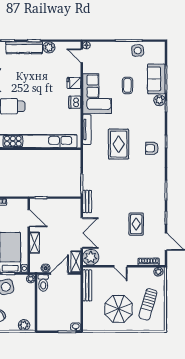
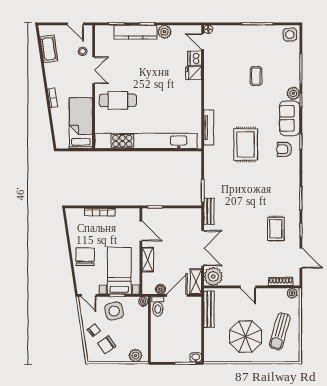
side table: (138, 51) -> (290, 35), moved
sofa: (156, 79) -> (290, 118), moved
corner sofa: (97, 94) -> (221, 86), removed
dishwasher: (75, 102) -> (195, 58), moved
rug: (136, 224) -> (276, 229), moved

